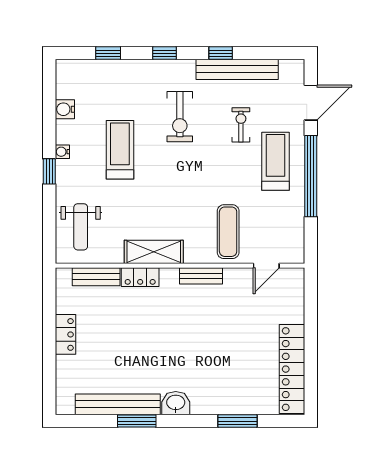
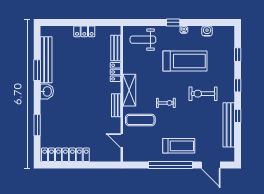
exercise bike: (241, 125) -> (166, 103), moved
treadmill: (120, 150) -> (185, 61), width x1.37, depth x1.38
shelving: (154, 252) -> (129, 90), moved

